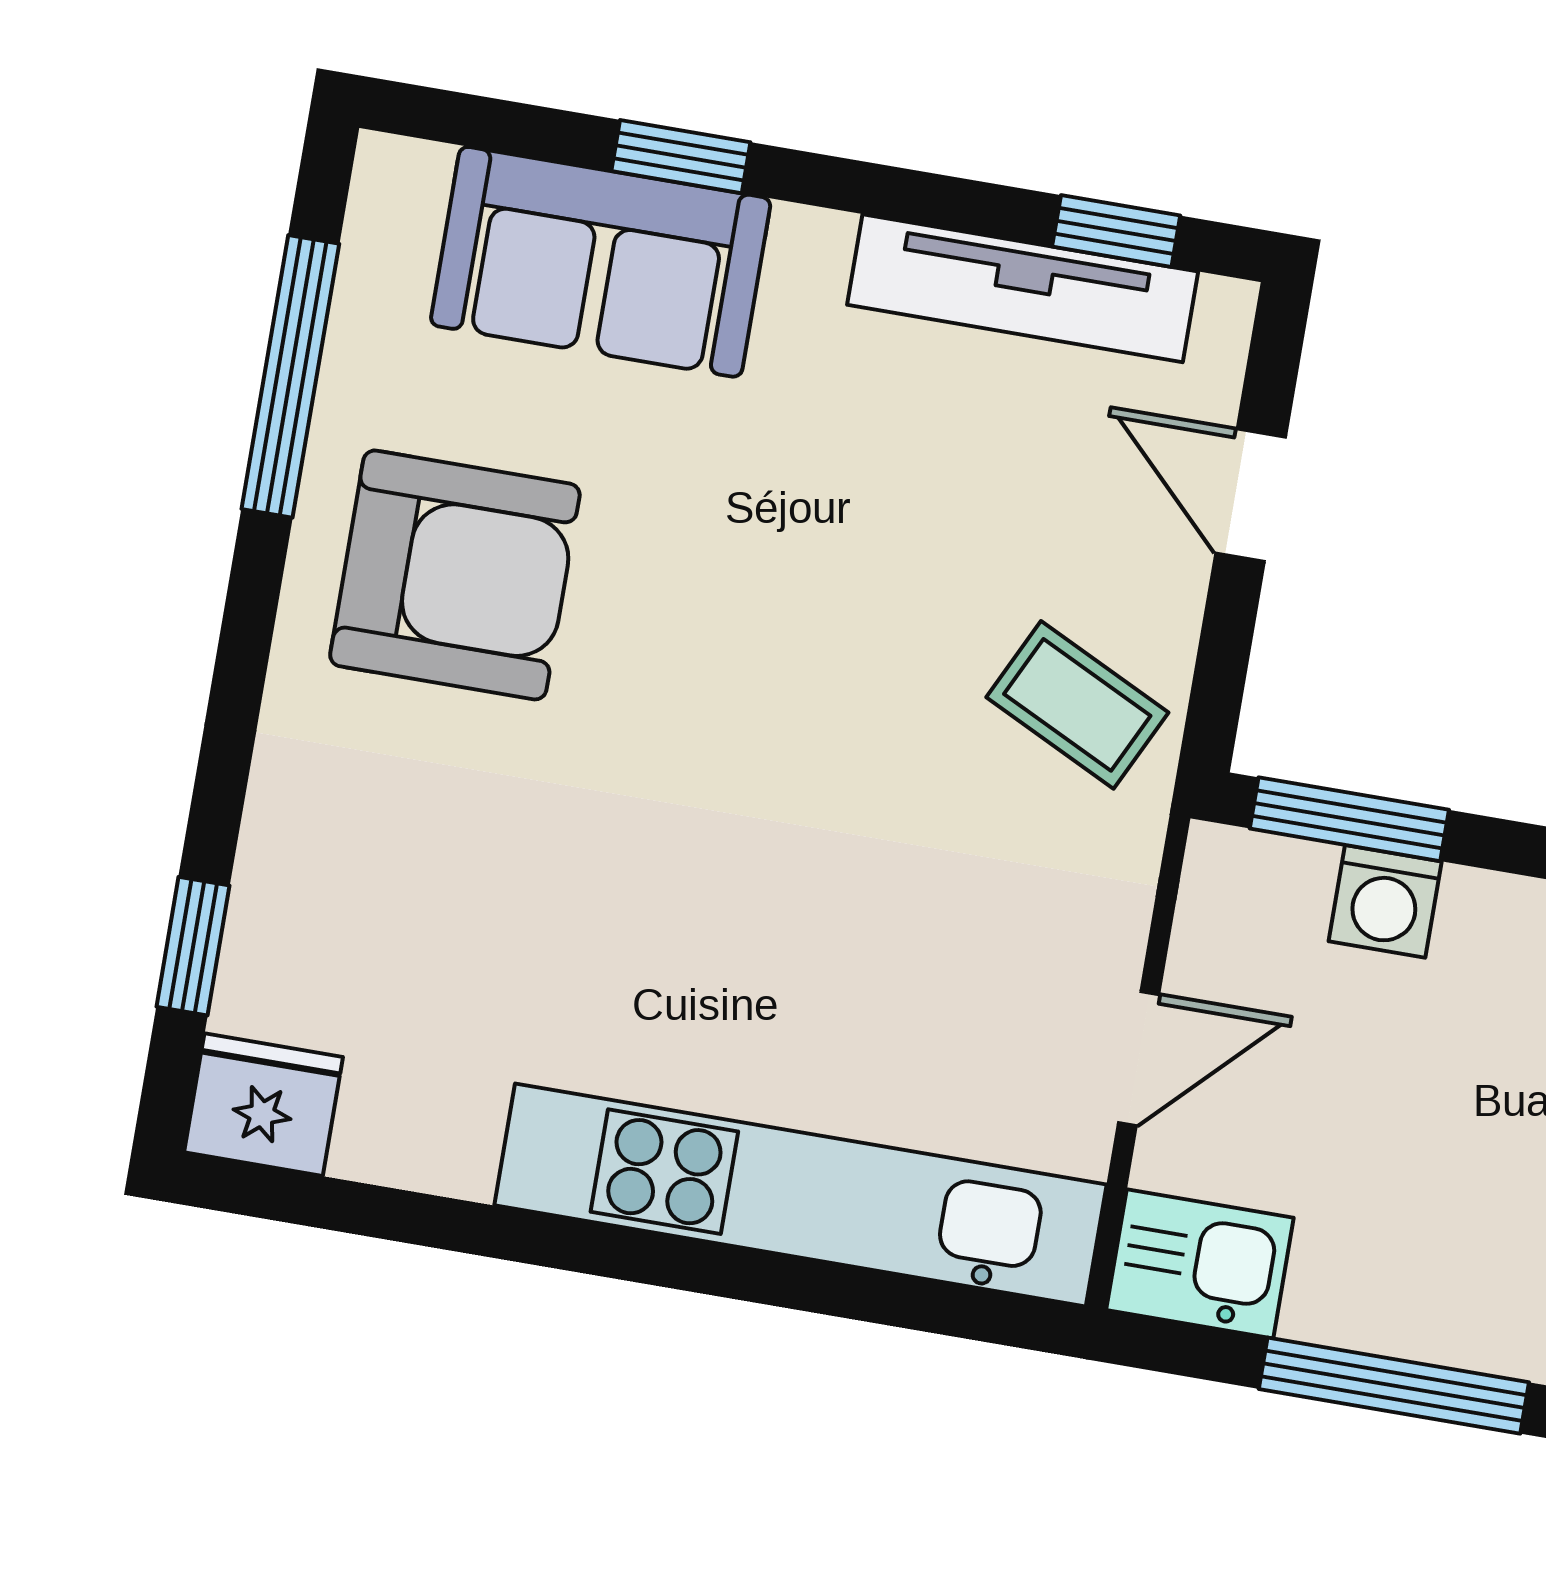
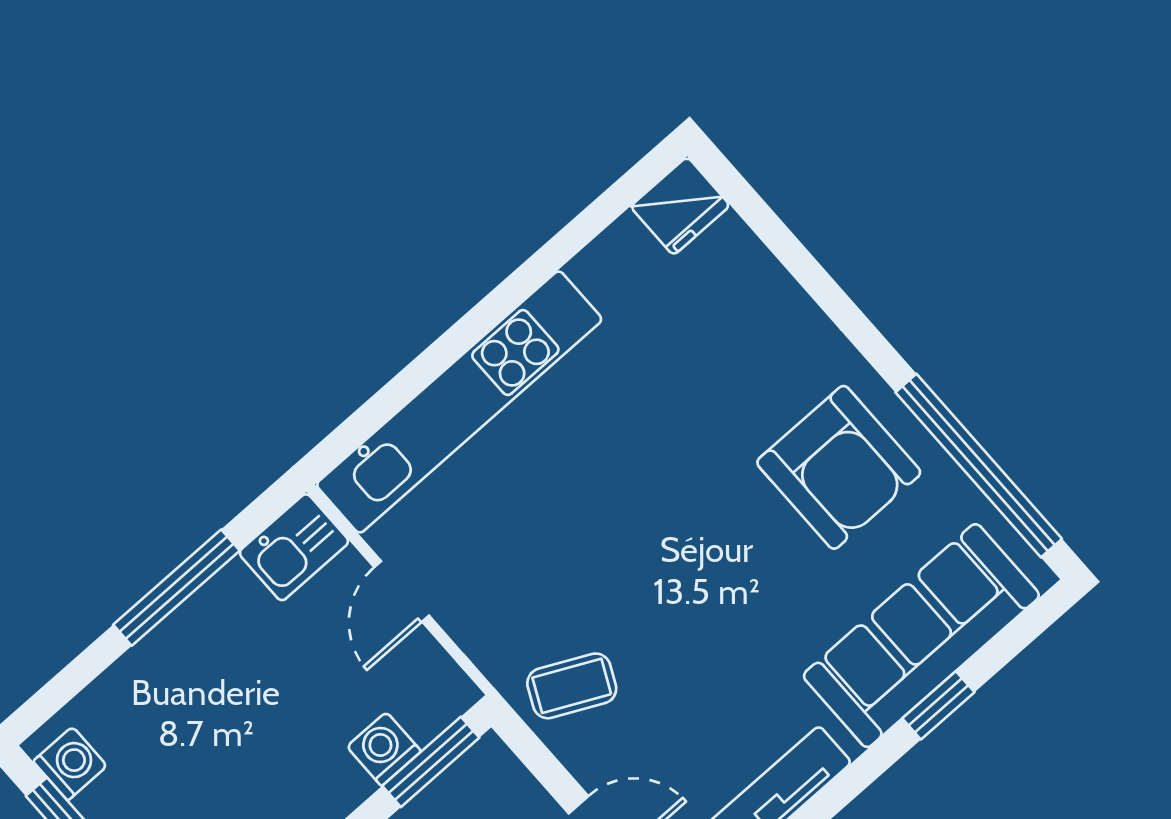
sofa: (601, 262) -> (921, 636), width x1.36
window: (290, 376) -> (979, 466), width x1.46
armchair: (455, 575) -> (839, 467), turned -90
window: (193, 946) -> (771, 230), removed

